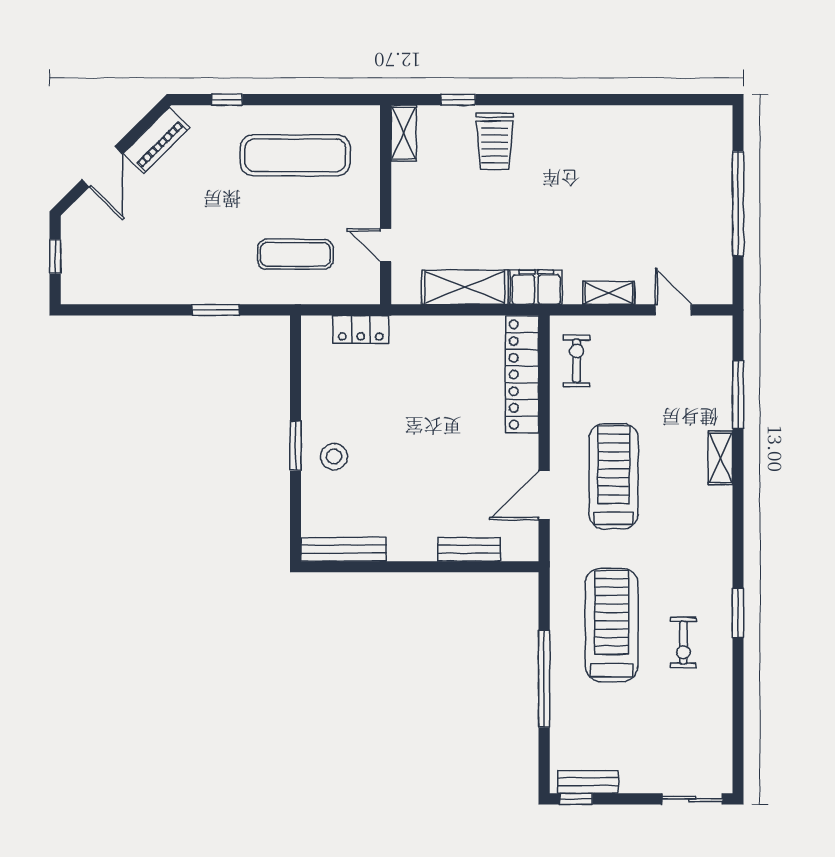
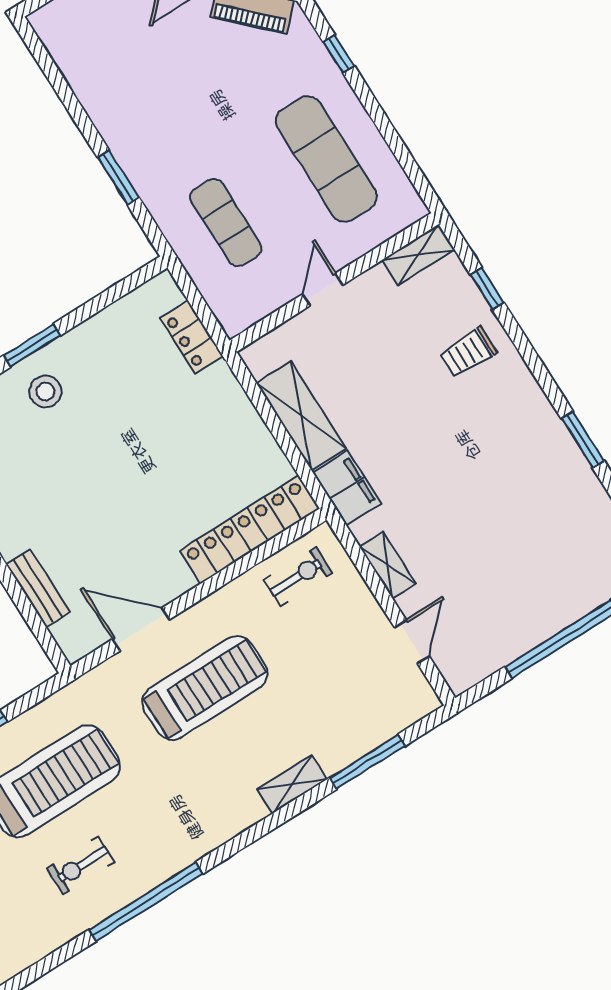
window: (607, 100) -> (583, 440), added
trolley: (495, 141) -> (468, 352), width x0.73, depth x0.72
door: (386, 245) -> (323, 290), moved
window: (738, 613) -> (146, 902), width x2.11

